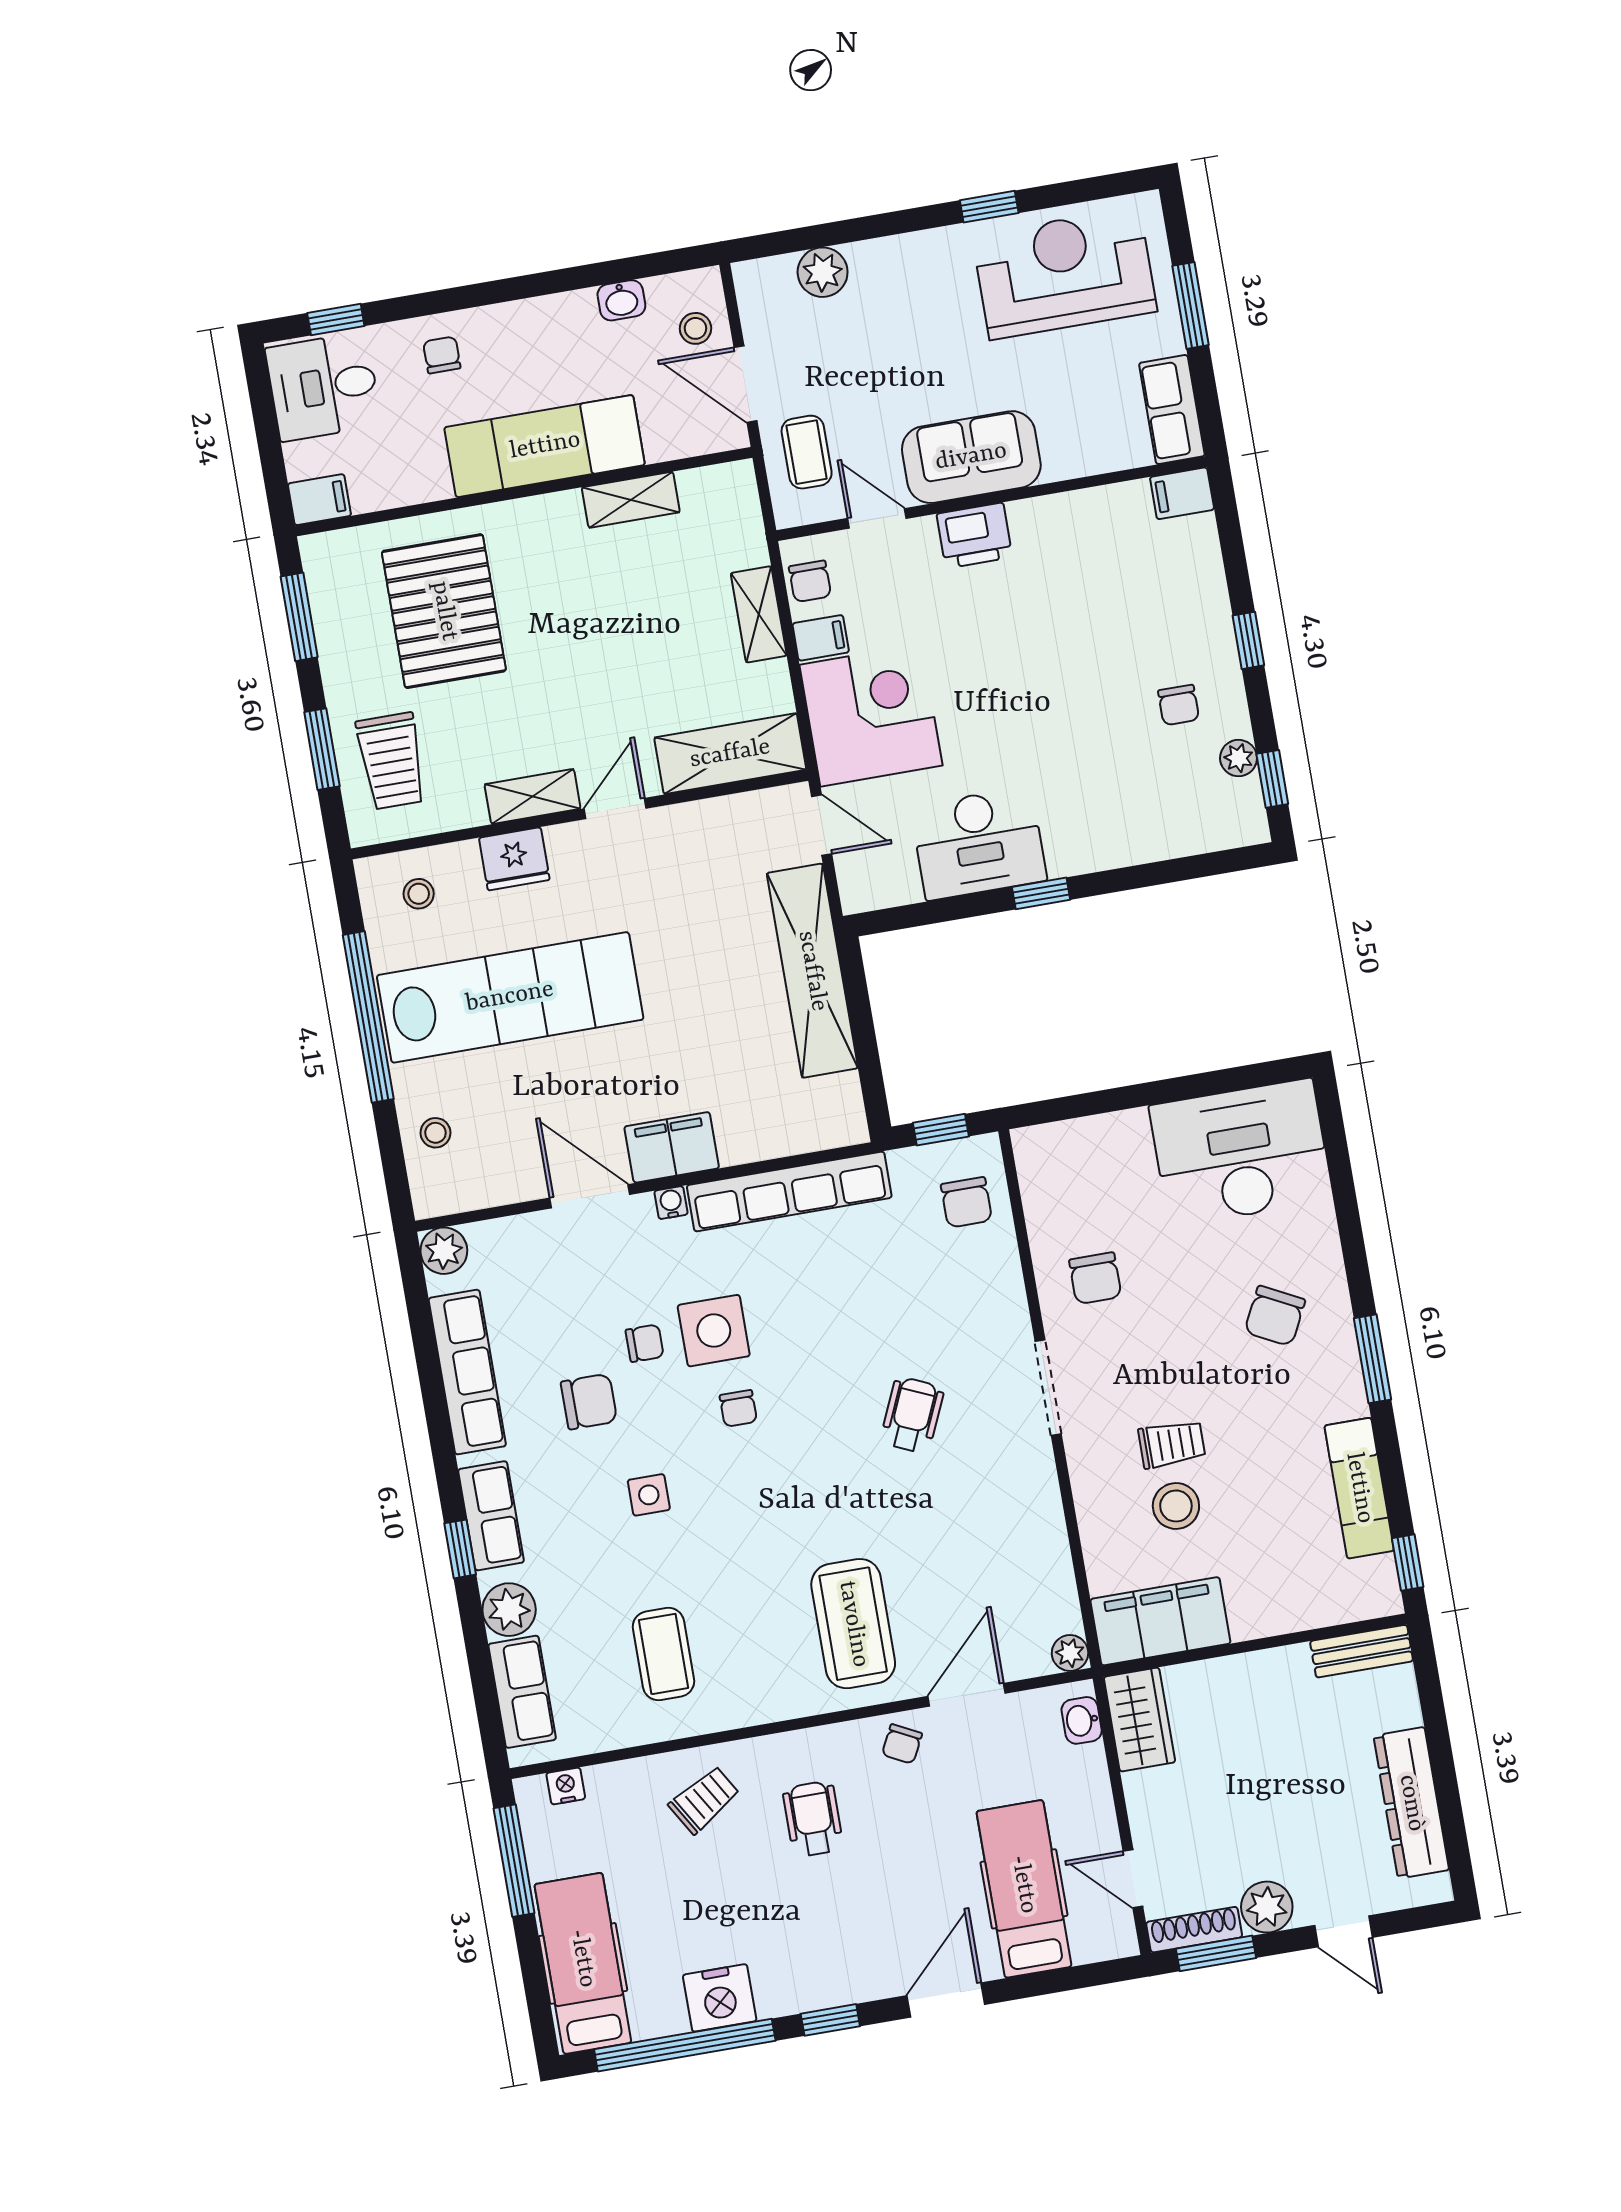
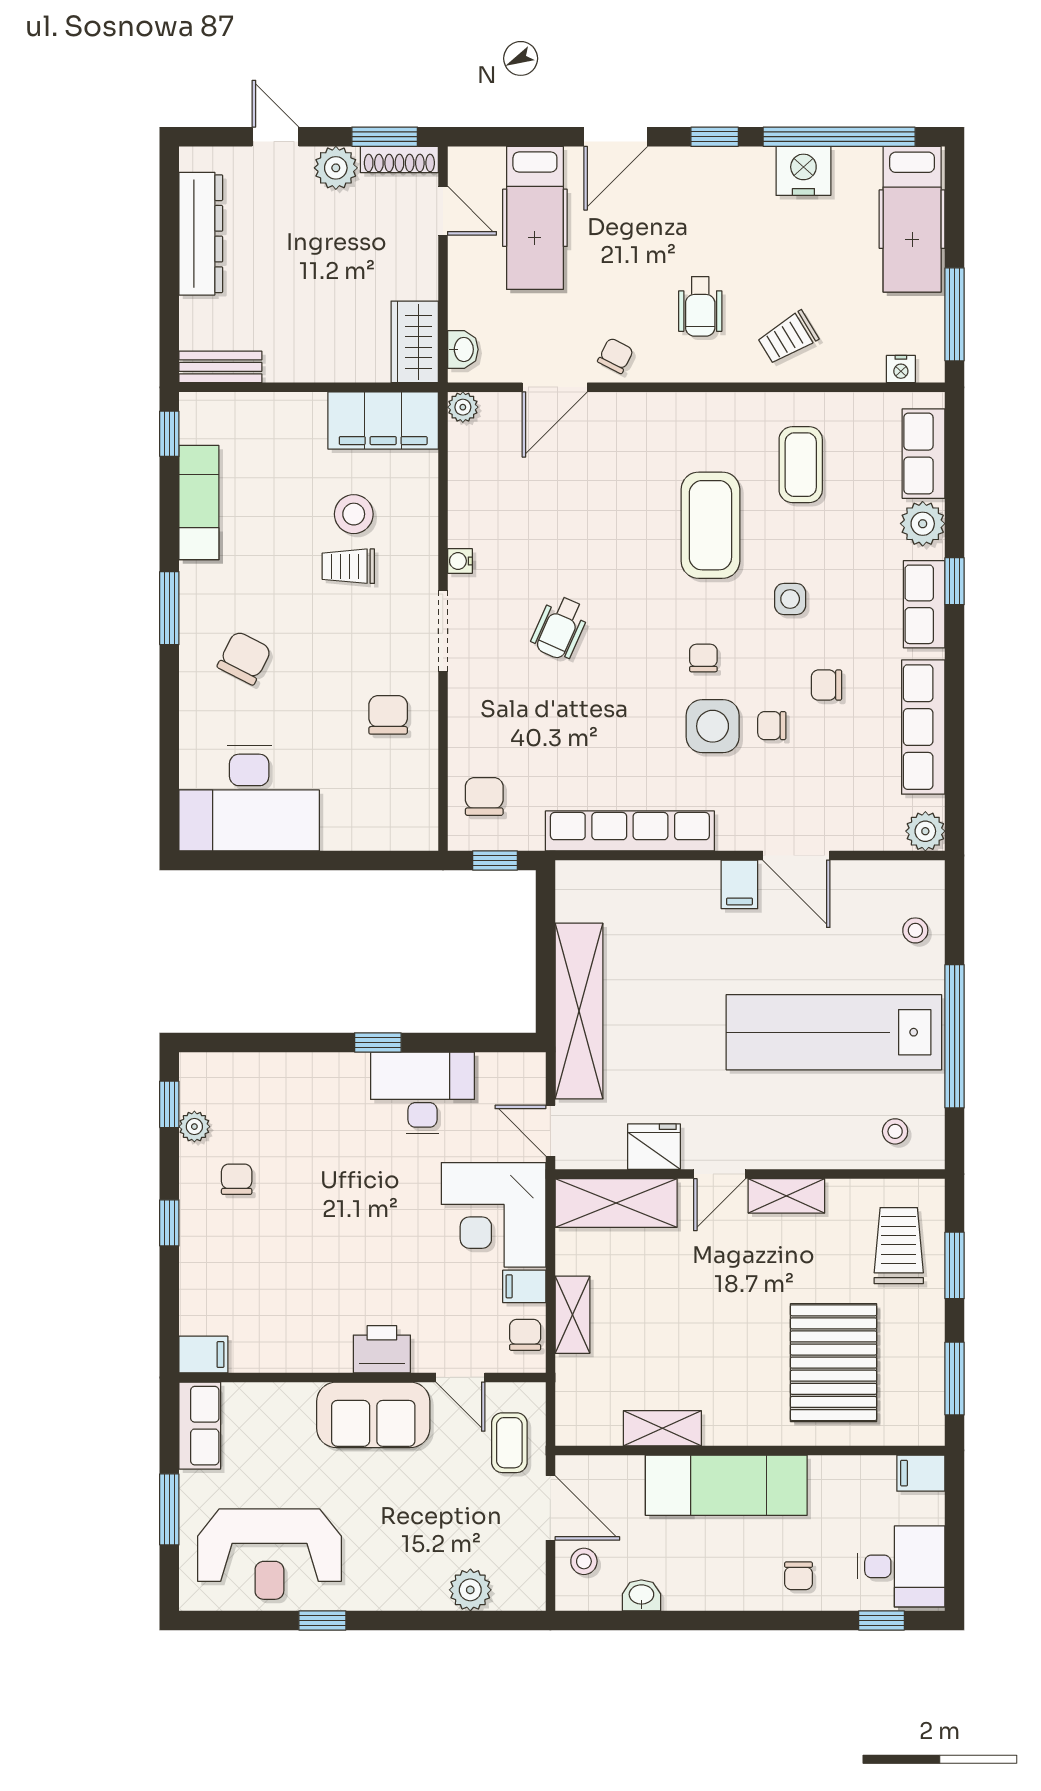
fridge: (514, 859) -> (654, 1147), moved
filing cabinet: (672, 1147) -> (739, 884), width x0.50
water cooler: (671, 1203) -> (460, 561), moved, turned 90
chair: (589, 1402) -> (826, 685), width x0.73, depth x0.73
coffee table: (853, 1624) -> (710, 525), moved

